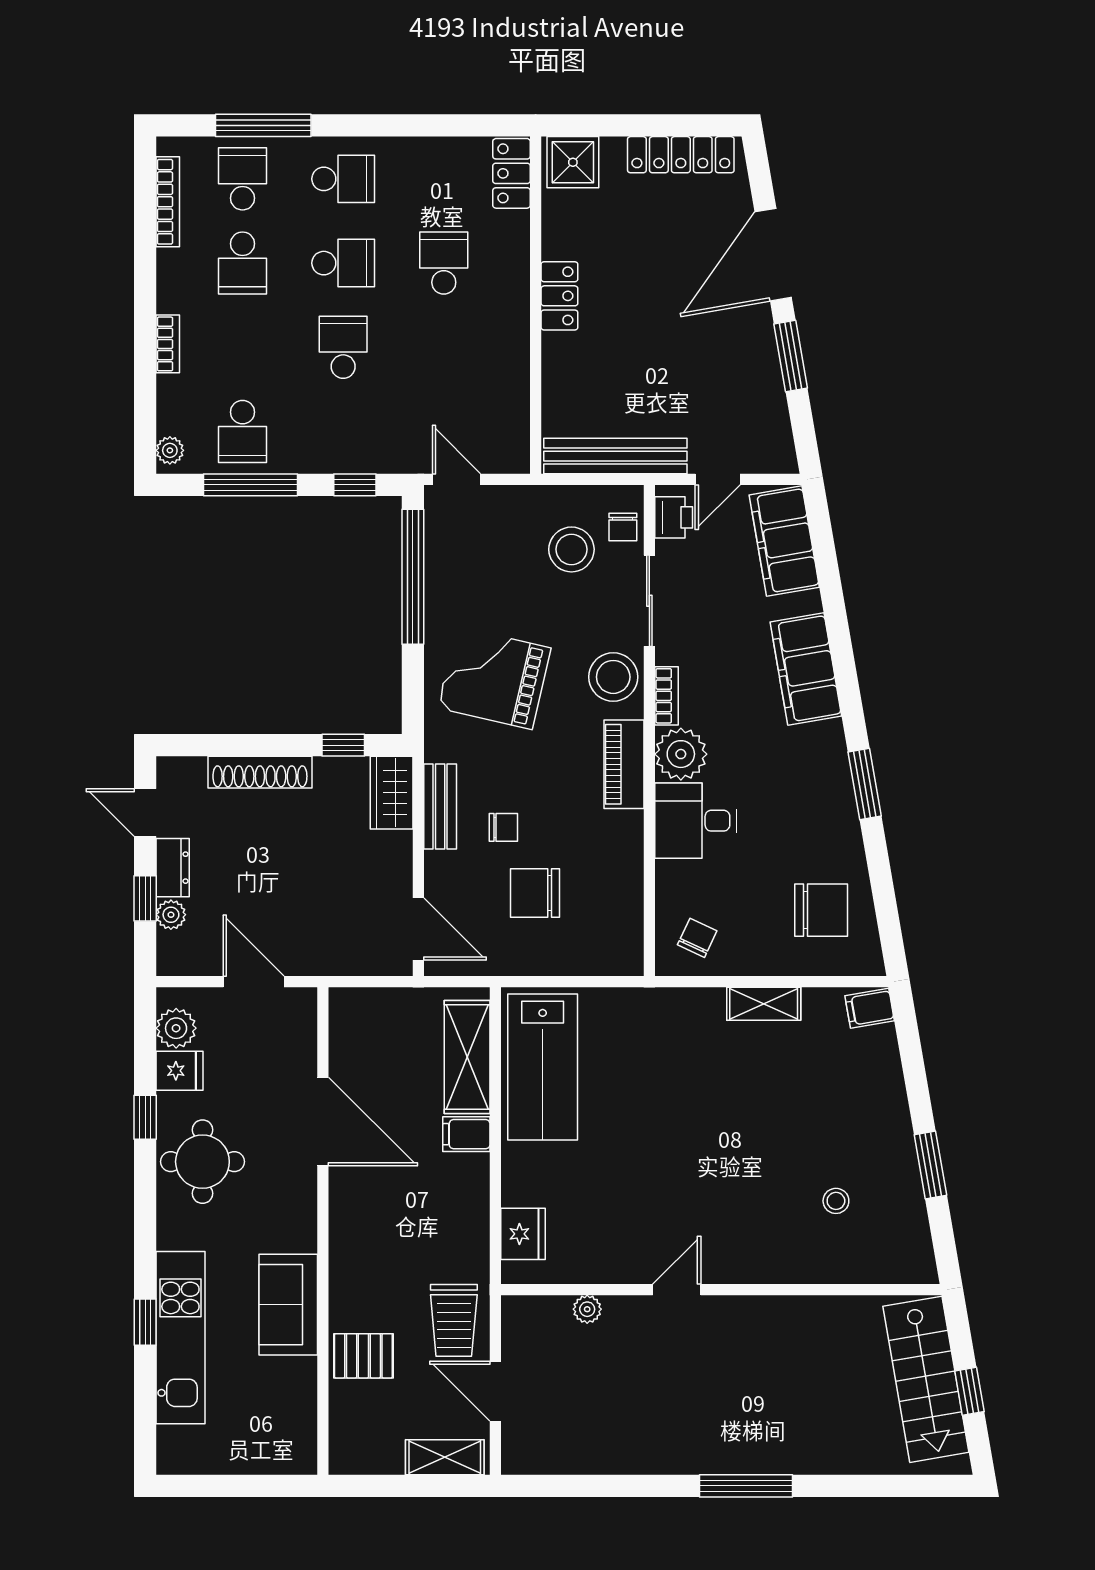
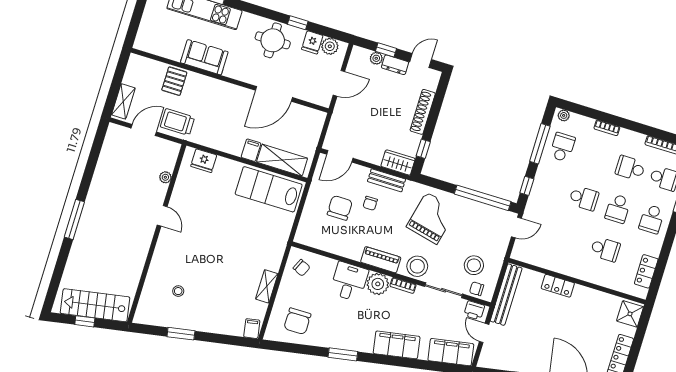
locker: (512, 173) -> (646, 271), moved, turned -90
locker: (559, 296) -> (558, 286), moved
school desk: (242, 431) -> (562, 147), turned 90

